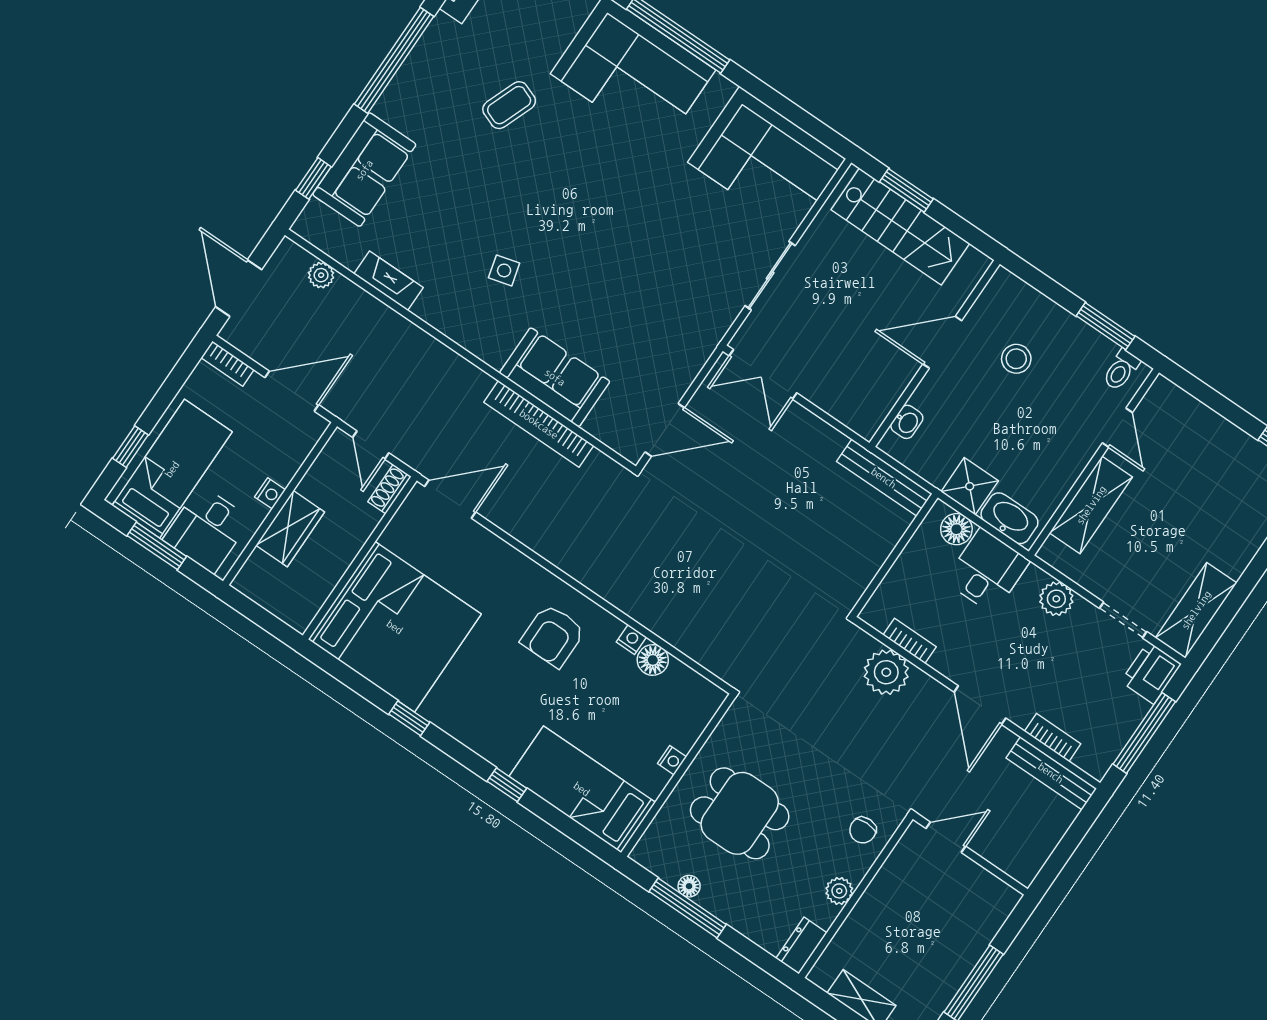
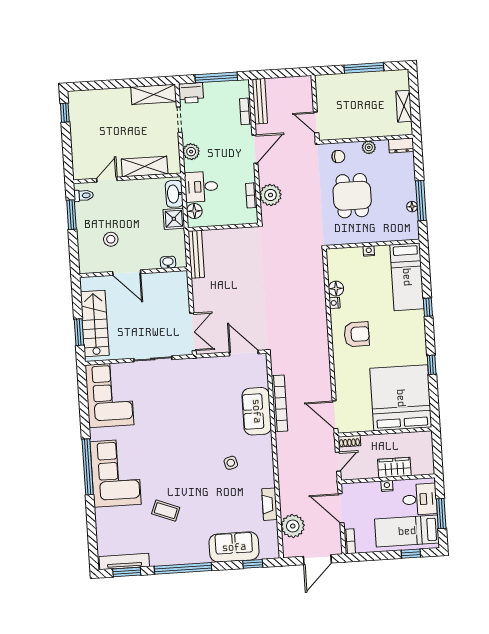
plant: (321, 275) -> (293, 526), width x1.87, depth x1.87
dining table: (740, 813) -> (352, 196), moved

